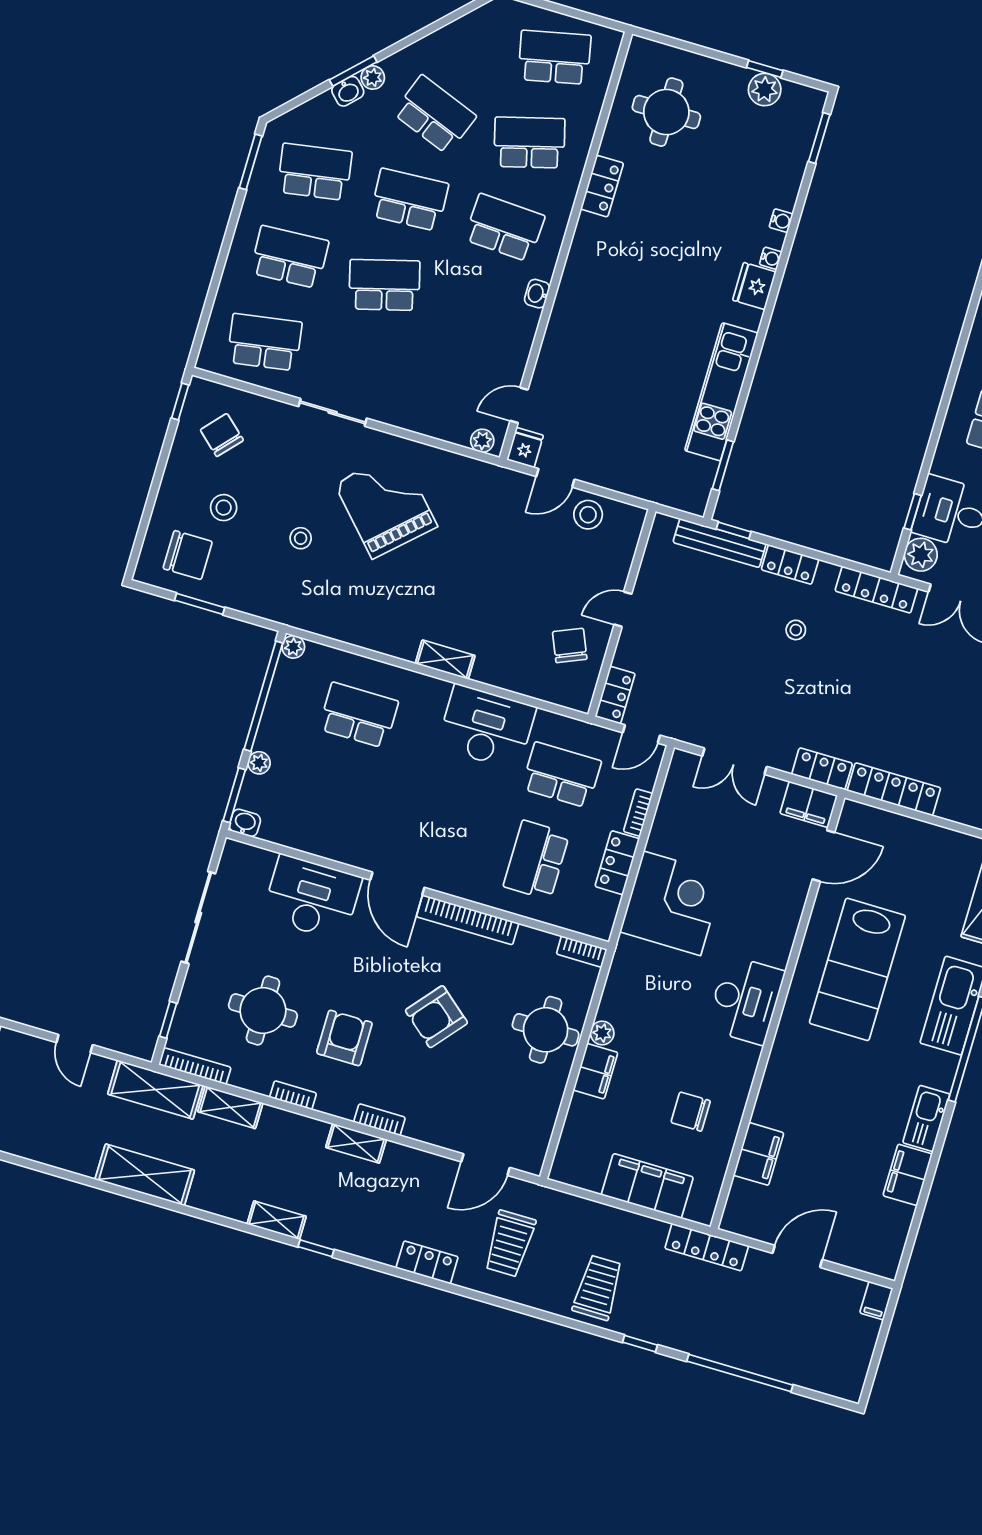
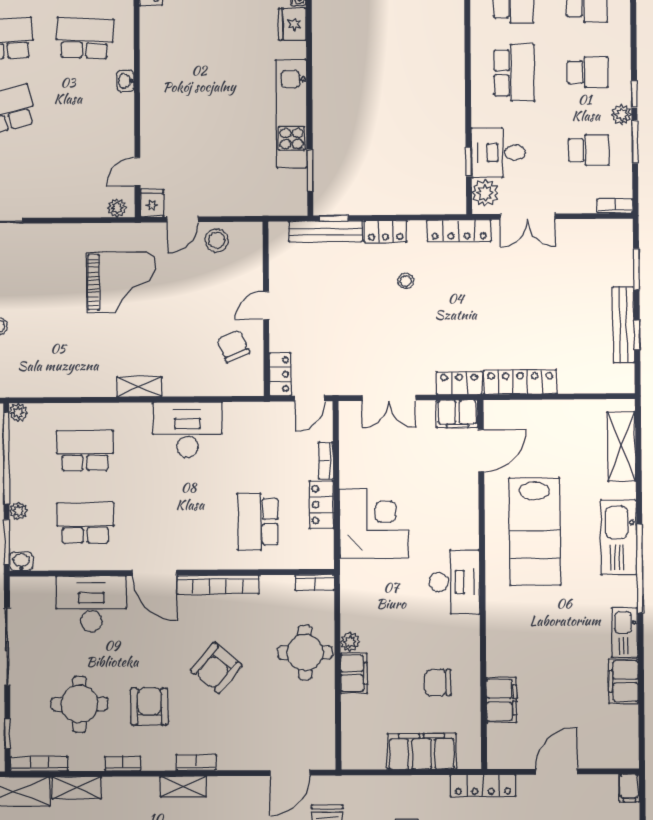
grand piano: (386, 505) -> (121, 282), moved, turned 133
school desk: (561, 775) -> (85, 523), moved

